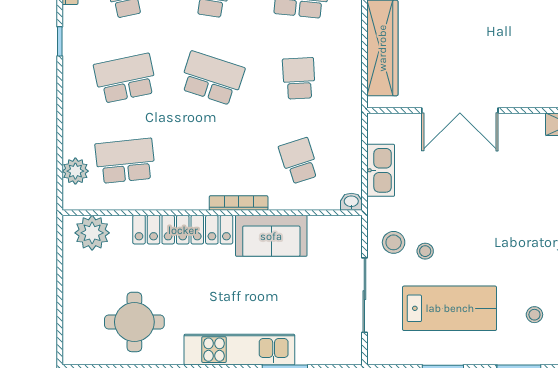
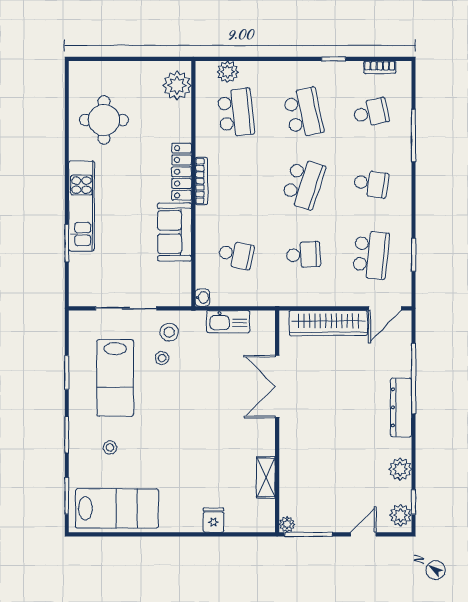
school desk: (299, 161) -> (236, 255), turned 30
bookcase: (239, 203) -> (201, 181), moved
locker: (183, 230) -> (182, 172), width x0.71, depth x0.83

